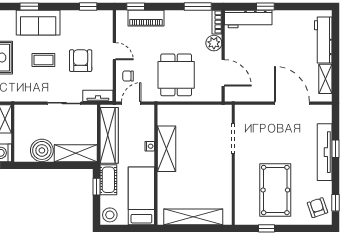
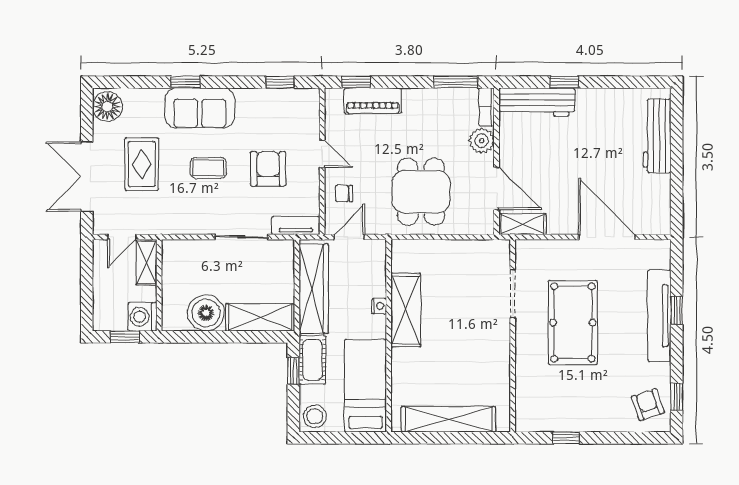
shelving: (325, 79) -> (522, 224), moved, turned 90
pool table: (275, 190) -> (573, 323), moved

